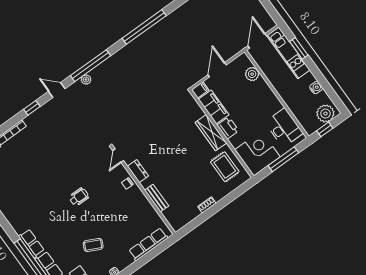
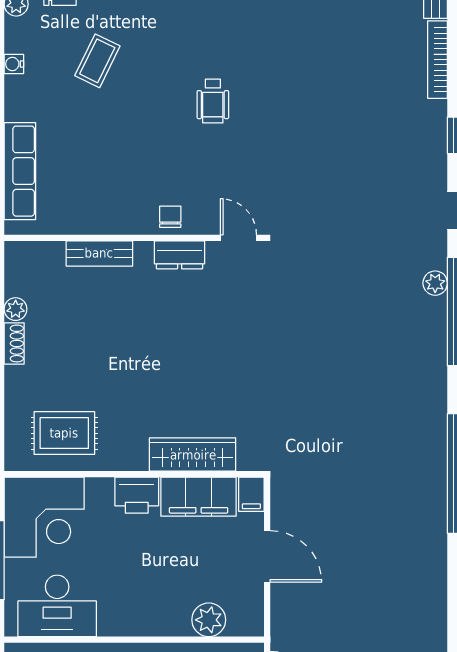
wardrobe: (211, 133) -> (193, 455), moved
plant: (195, 213) -> (16, 309), added

